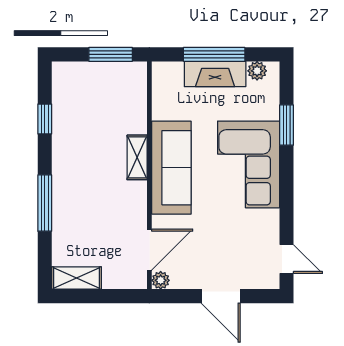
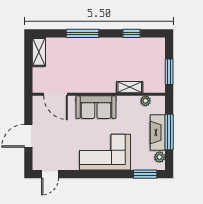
window: (287, 125) -> (145, 174), moved
shelving: (137, 157) -> (130, 87), moved
sofa: (171, 168) -> (96, 107), width x0.73
plant: (161, 280) -> (146, 101), moved

